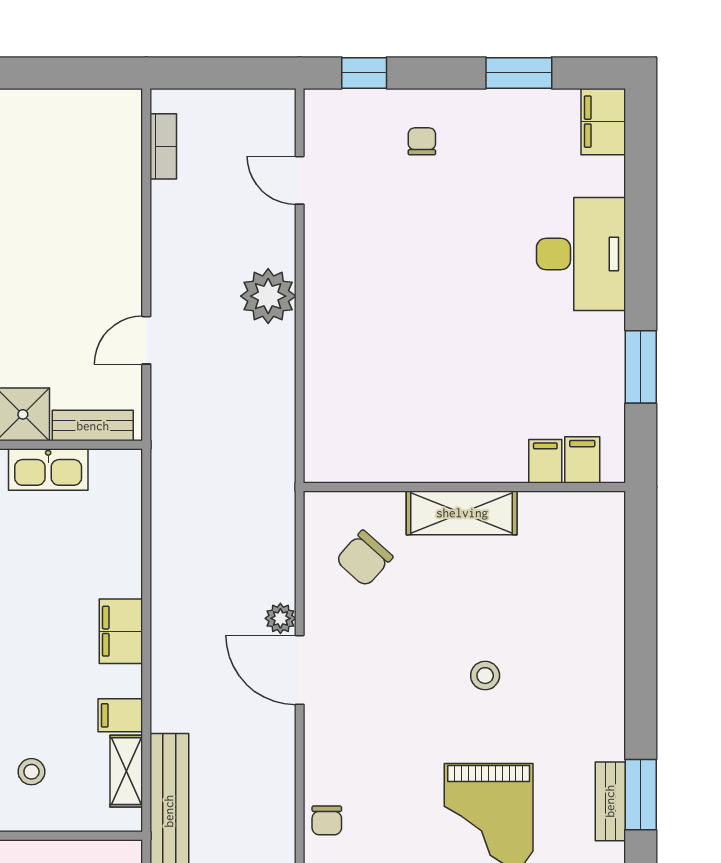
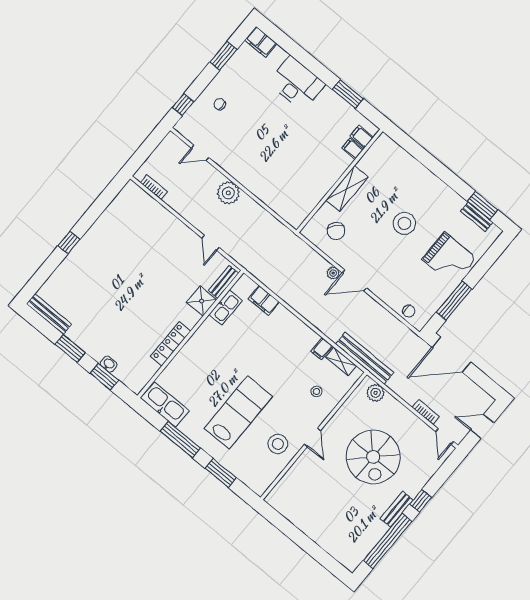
filing cabinet: (121, 631) -> (264, 300), moved
stool: (485, 676) -> (404, 223), width x1.89, depth x1.89

